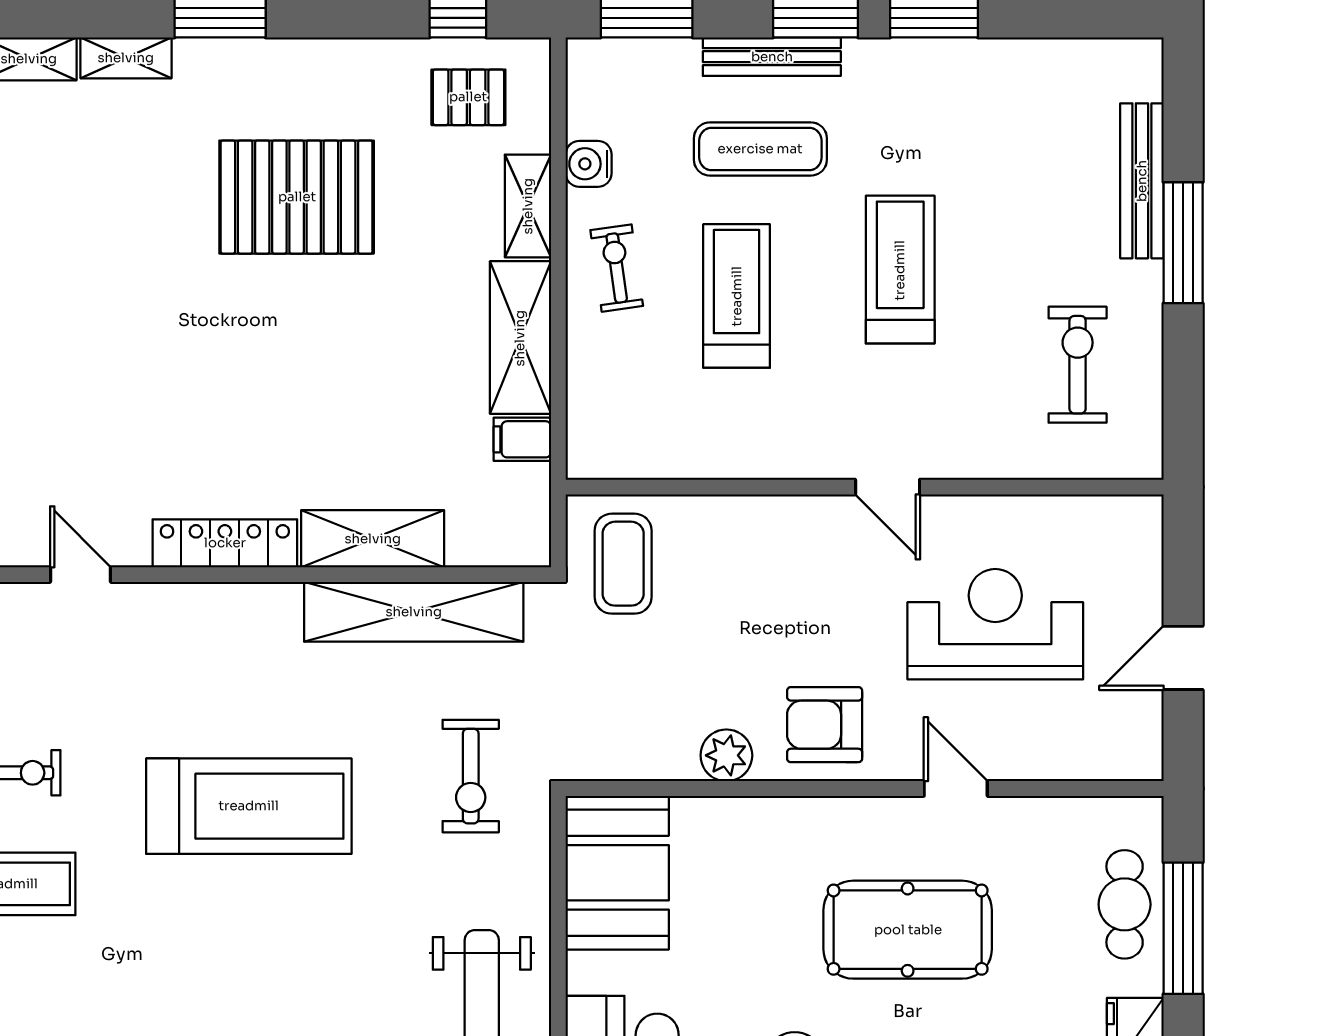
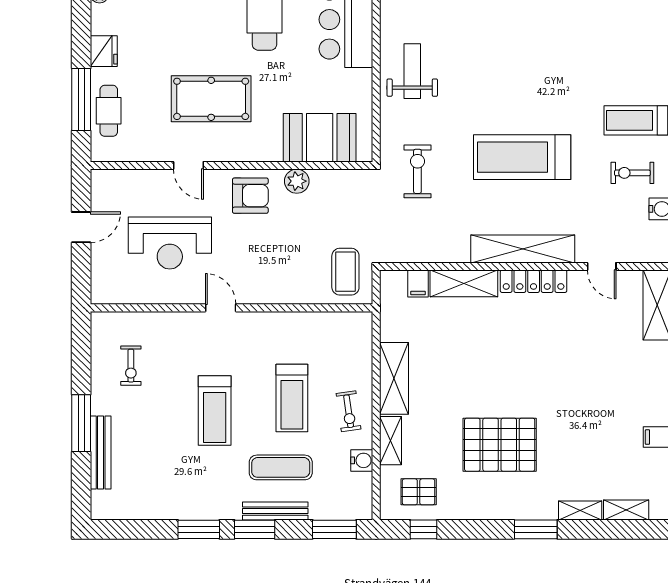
exercise bike: (1078, 365) -> (131, 366), width x0.73, depth x0.72
filing cabinet: (522, 439) -> (418, 283), moved, turned 90
shelving: (414, 612) -> (523, 249), moved
booth: (617, 873) -> (320, 138), moved, turned 90

